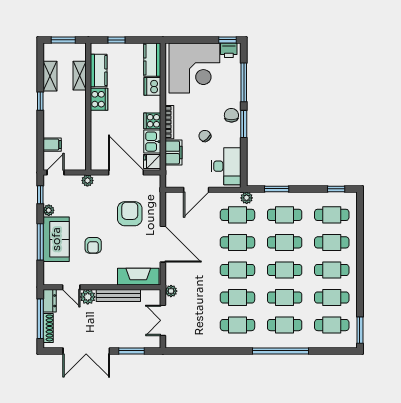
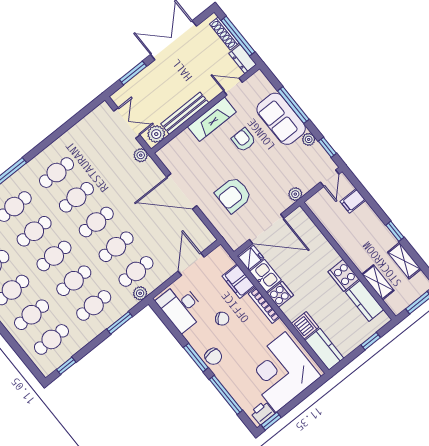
armchair: (130, 214) -> (233, 195), turned 90
fireplace: (138, 277) -> (212, 119), moved
plant: (88, 297) -> (156, 134), moved

